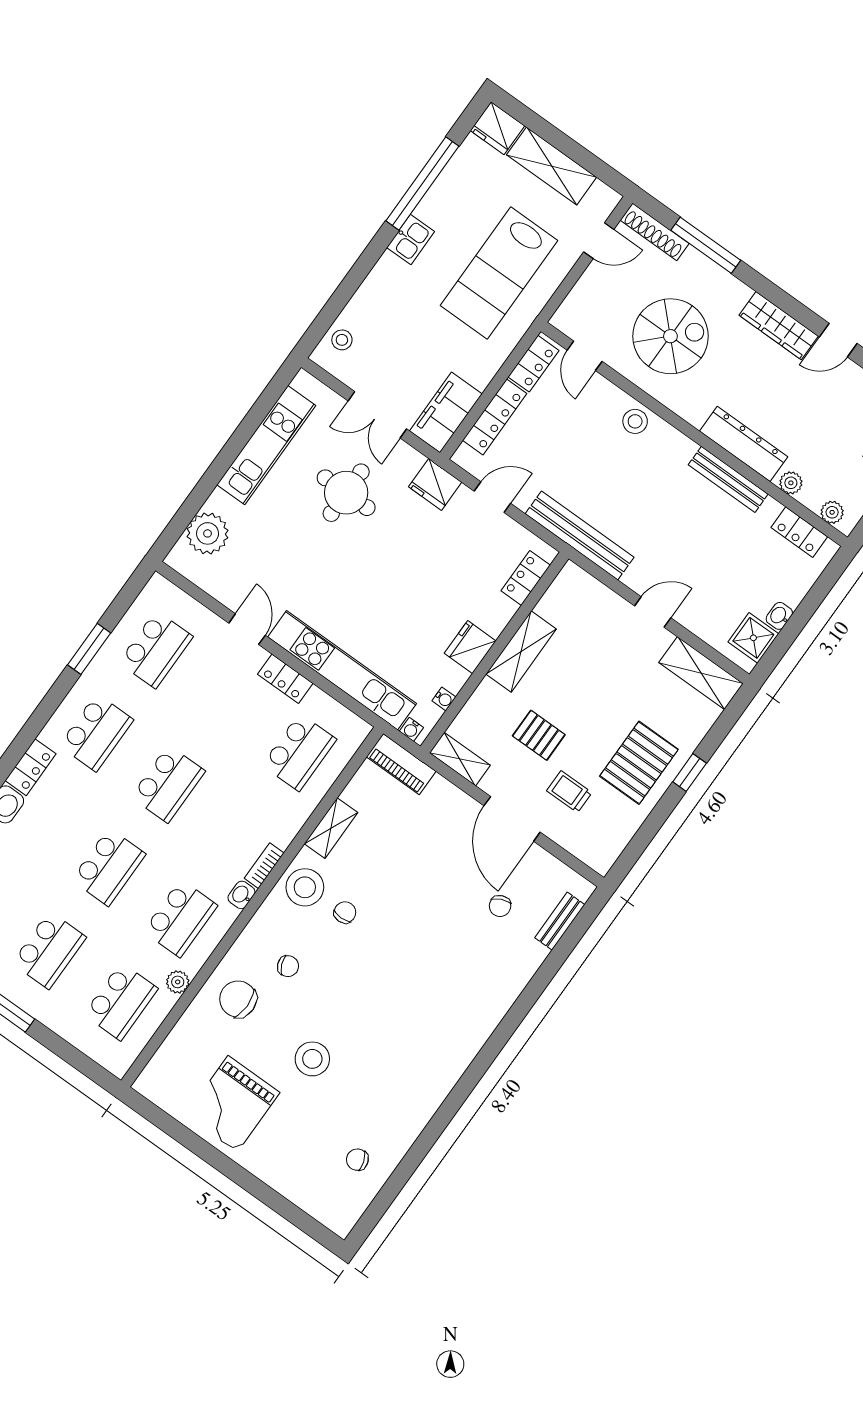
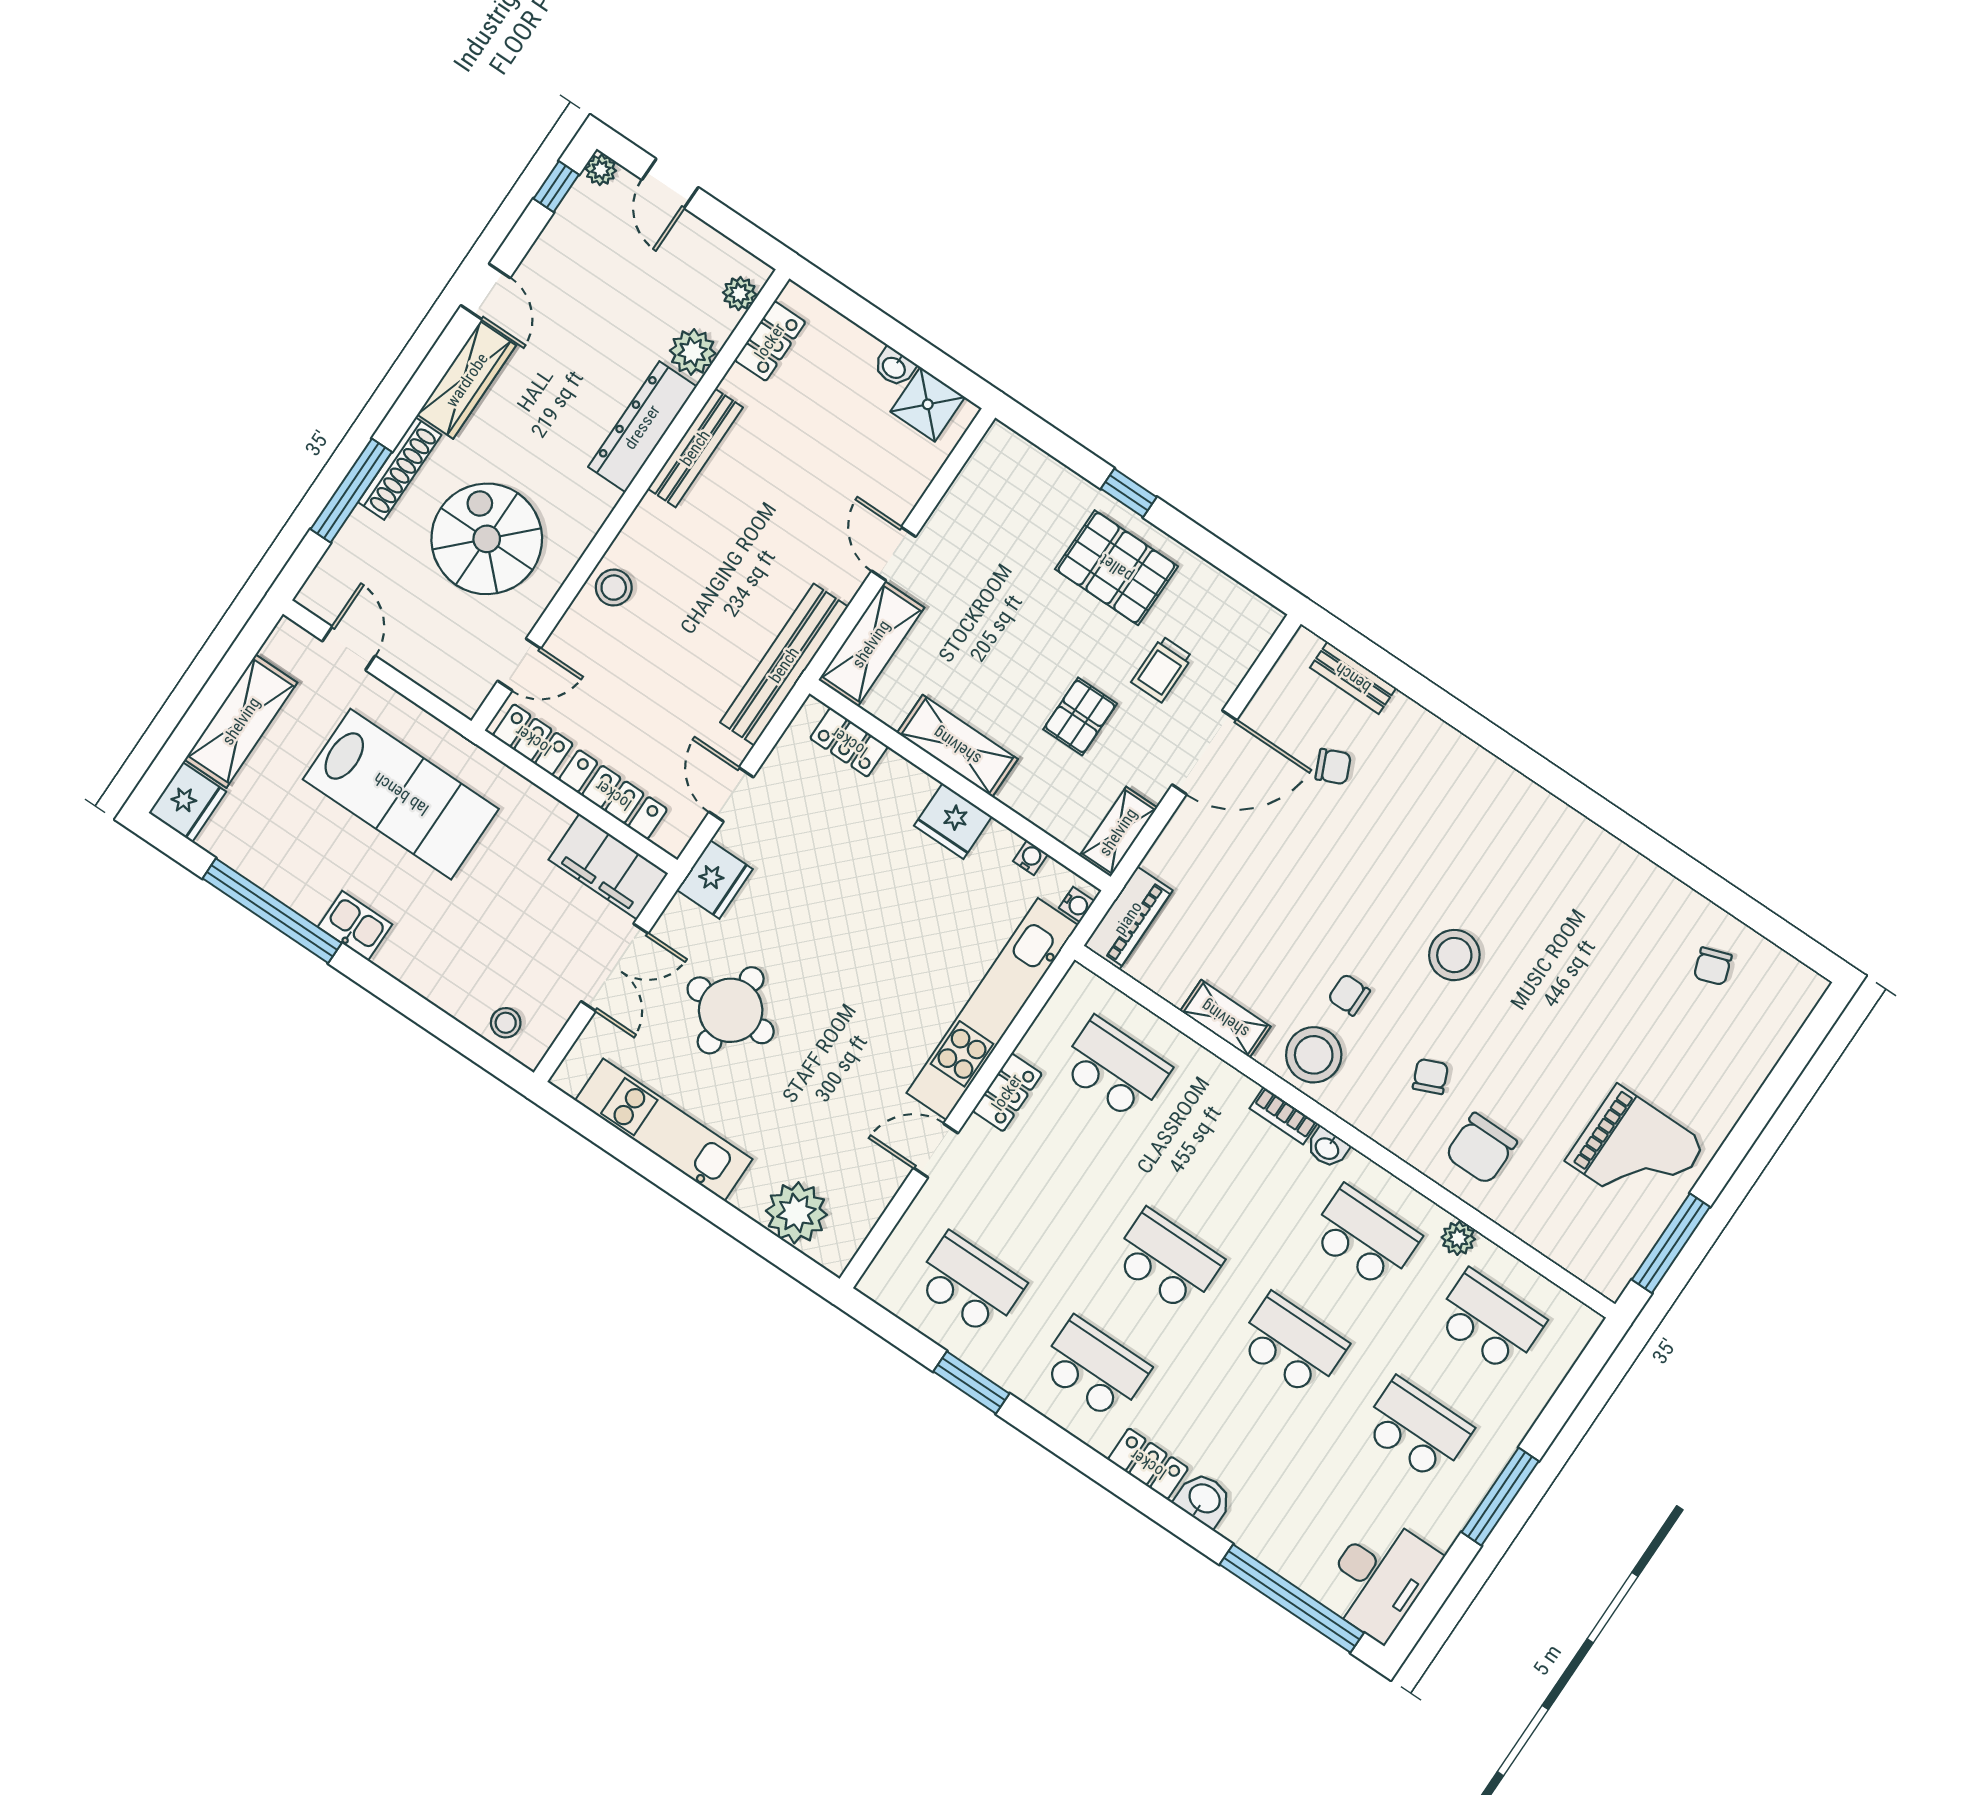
shoe rack: (655, 232) -> (400, 469), moved
plant: (791, 483) -> (693, 352), width x1.38, depth x1.38
shelving: (701, 673) -> (871, 644), moved
stool: (312, 1059) -> (1454, 955), moved
window: (170, 1126) -> (1671, 1243), added

